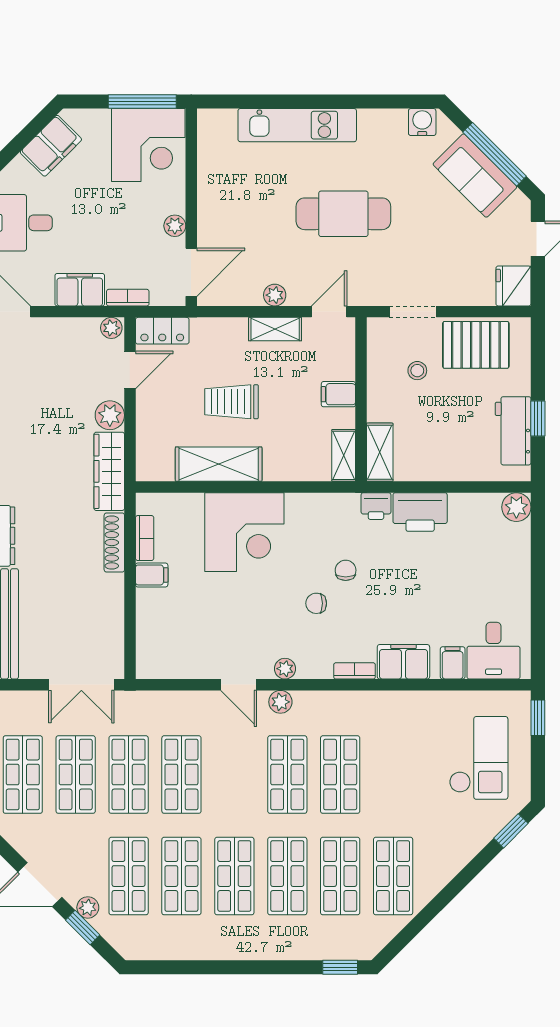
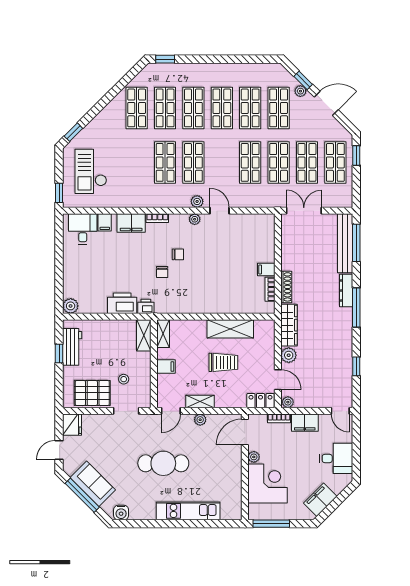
corner desk: (148, 145) -> (268, 484), moved, turned 90
door: (130, 370) -> (278, 380), swing flipped
corner desk: (244, 532) -> (216, 293), removed

